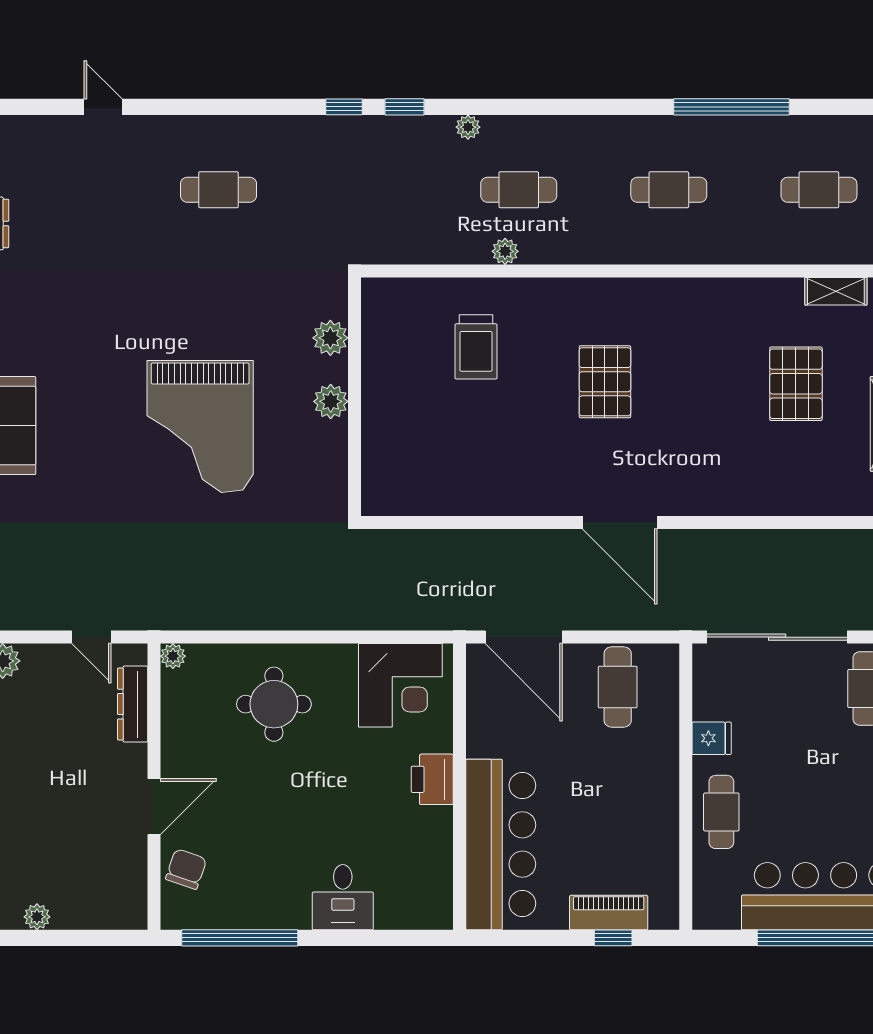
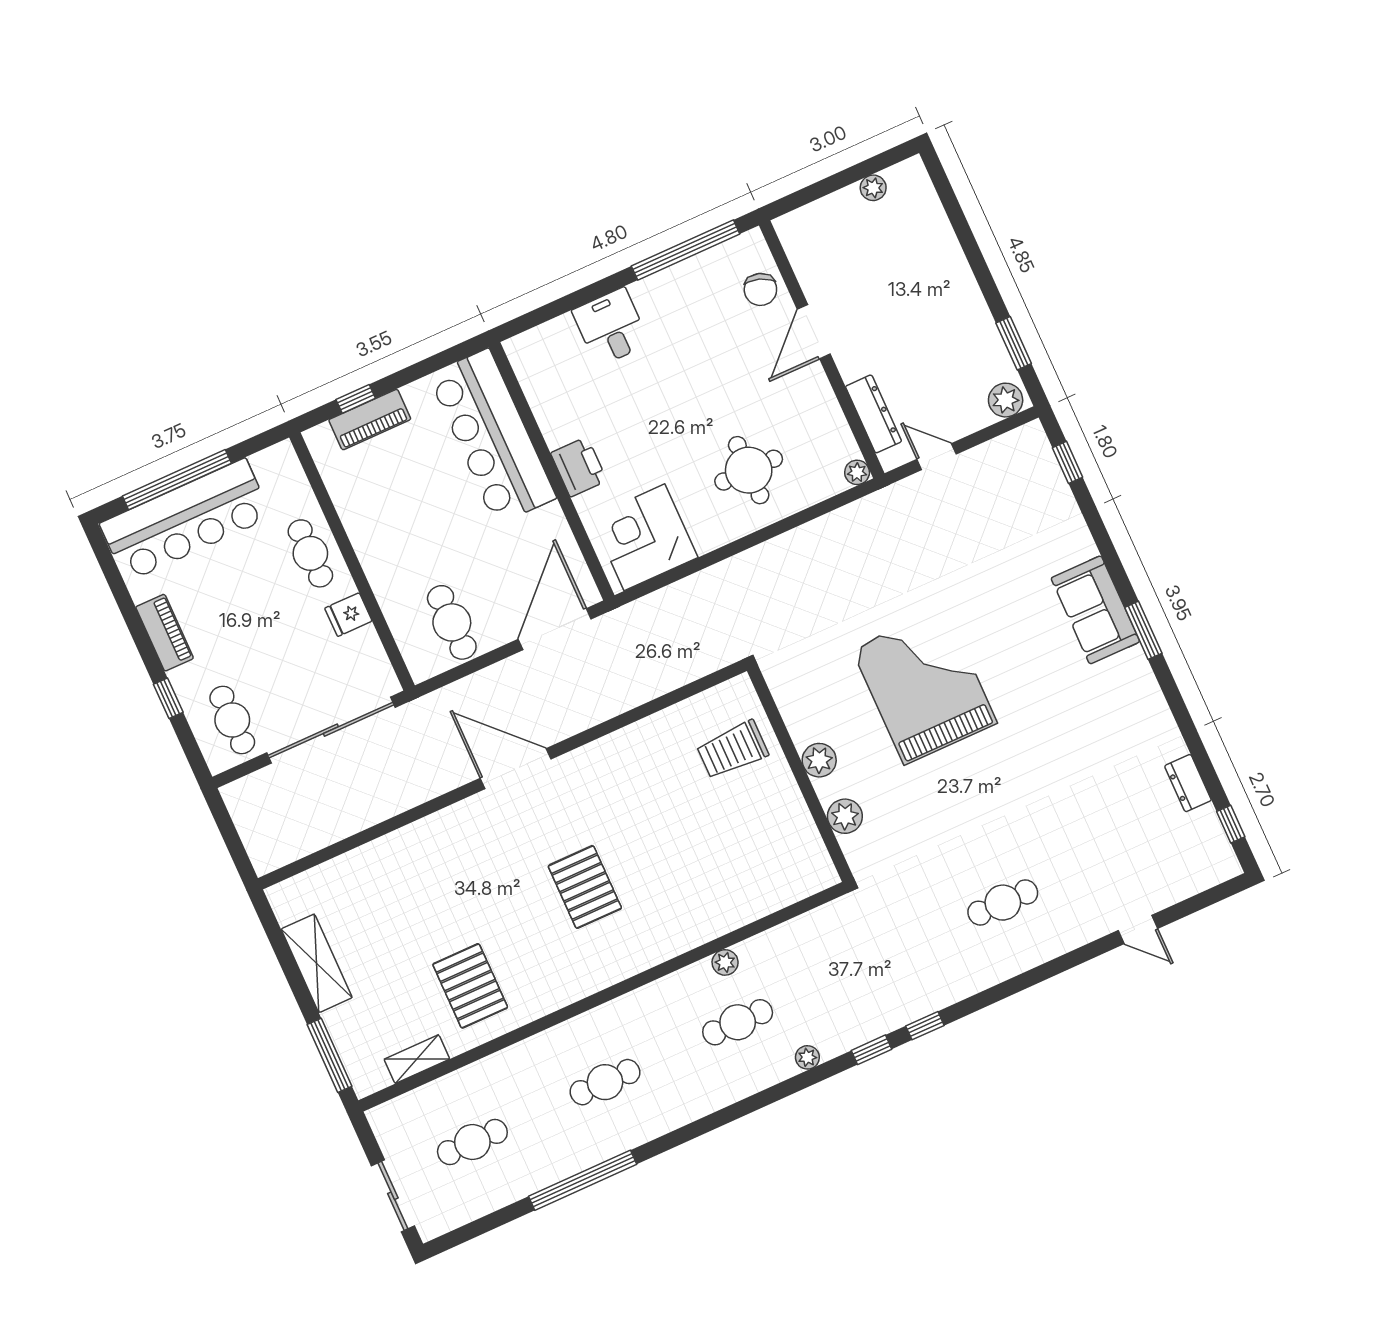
trolley: (476, 347) -> (733, 750), moved, turned -90
pallet: (796, 384) -> (470, 986), moved
door: (524, 637) -> (555, 629), hinge flipped

